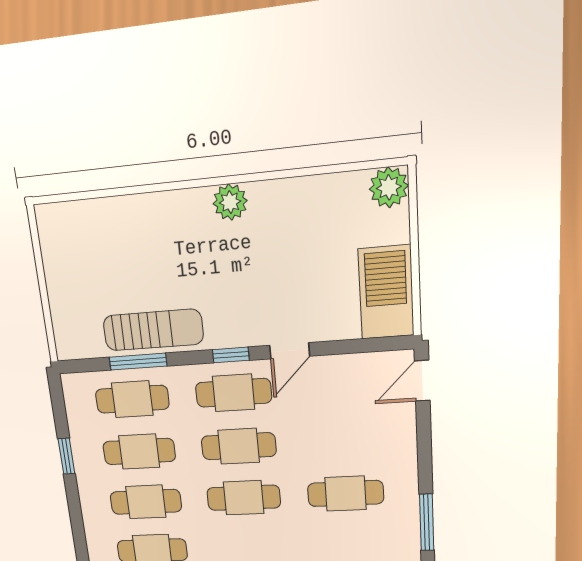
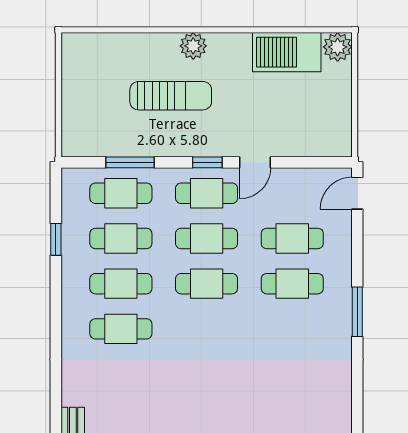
plant: (230, 202) -> (193, 46), moved
barbecue: (386, 292) -> (287, 52), moved, turned -90
sun lounger: (153, 330) -> (171, 96), moved
cafe table: (342, 441) -> (292, 238), added

